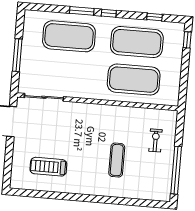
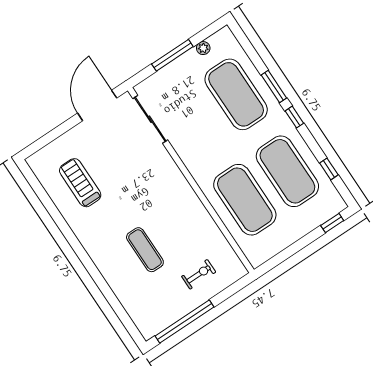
plant: (27, 34) -> (203, 48), added
exercise mat: (117, 160) -> (145, 250), turned 90

